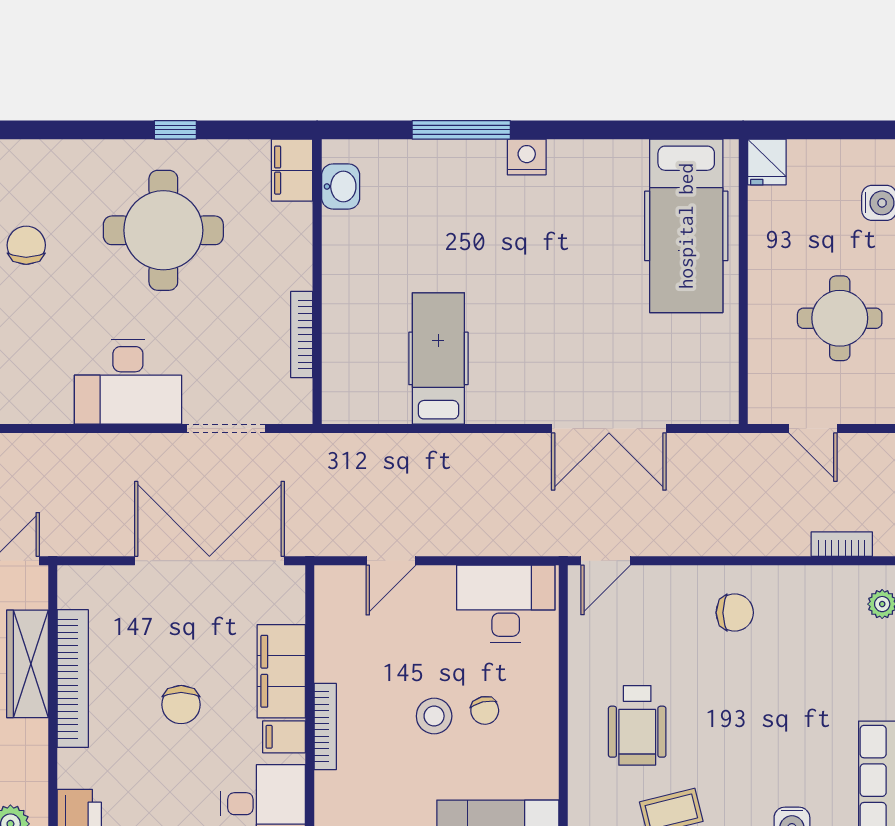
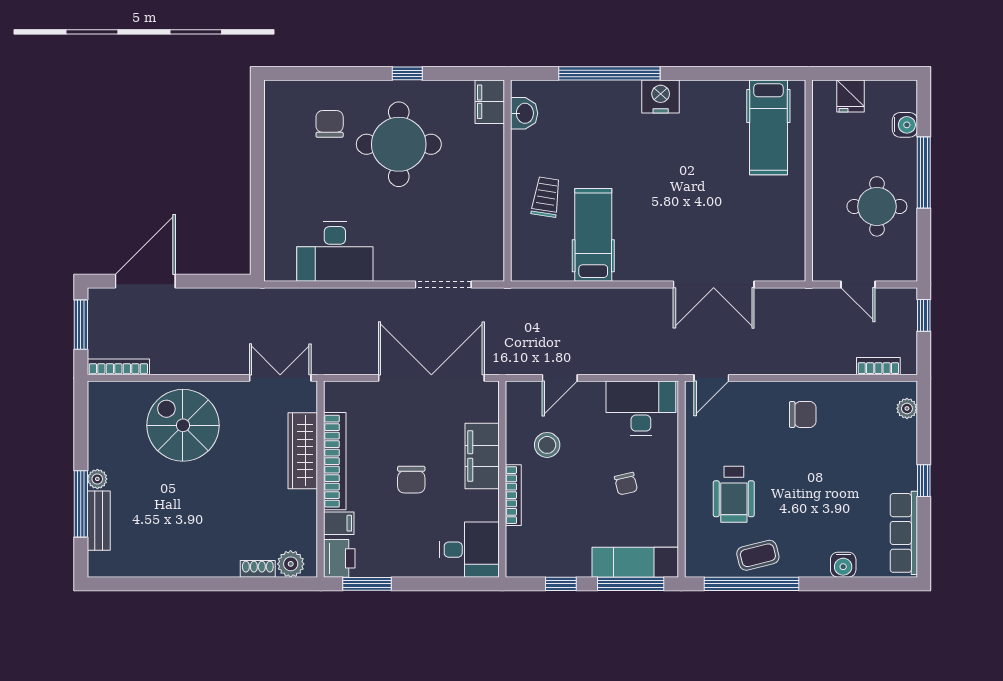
window: (461, 130) -> (609, 73), width x1.46
nightstand: (527, 157) -> (661, 97), width x1.36, depth x1.33
fridge: (767, 162) -> (851, 96), moved
hospital bed: (686, 226) -> (768, 127), width x0.73, depth x0.78
chair: (26, 245) -> (330, 124), moved
trolley: (372, 305) -> (546, 197), added
bookcase: (302, 335) -> (497, 218), removed
desk: (128, 382) -> (335, 251), moved
stool: (434, 716) -> (547, 445), moved
filing cabinet: (284, 737) -> (339, 523), moved, turned 180

